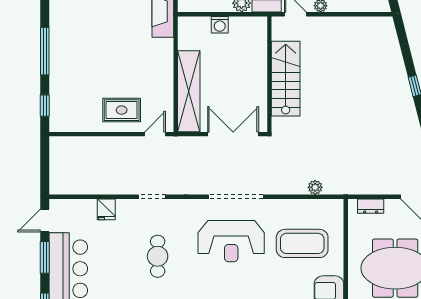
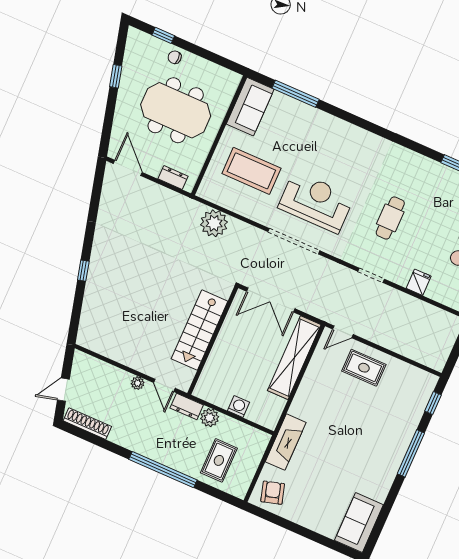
plant: (315, 187) -> (214, 223), width x1.88, depth x1.88

